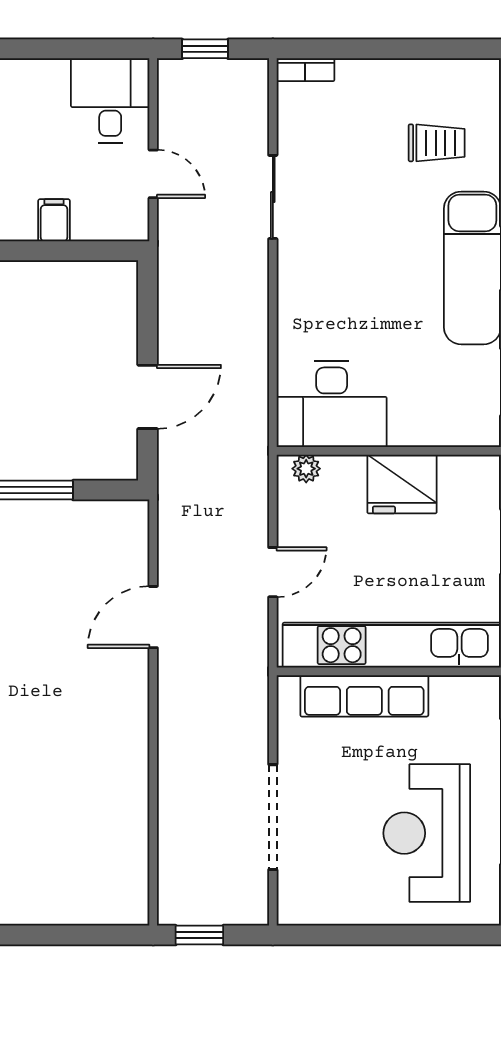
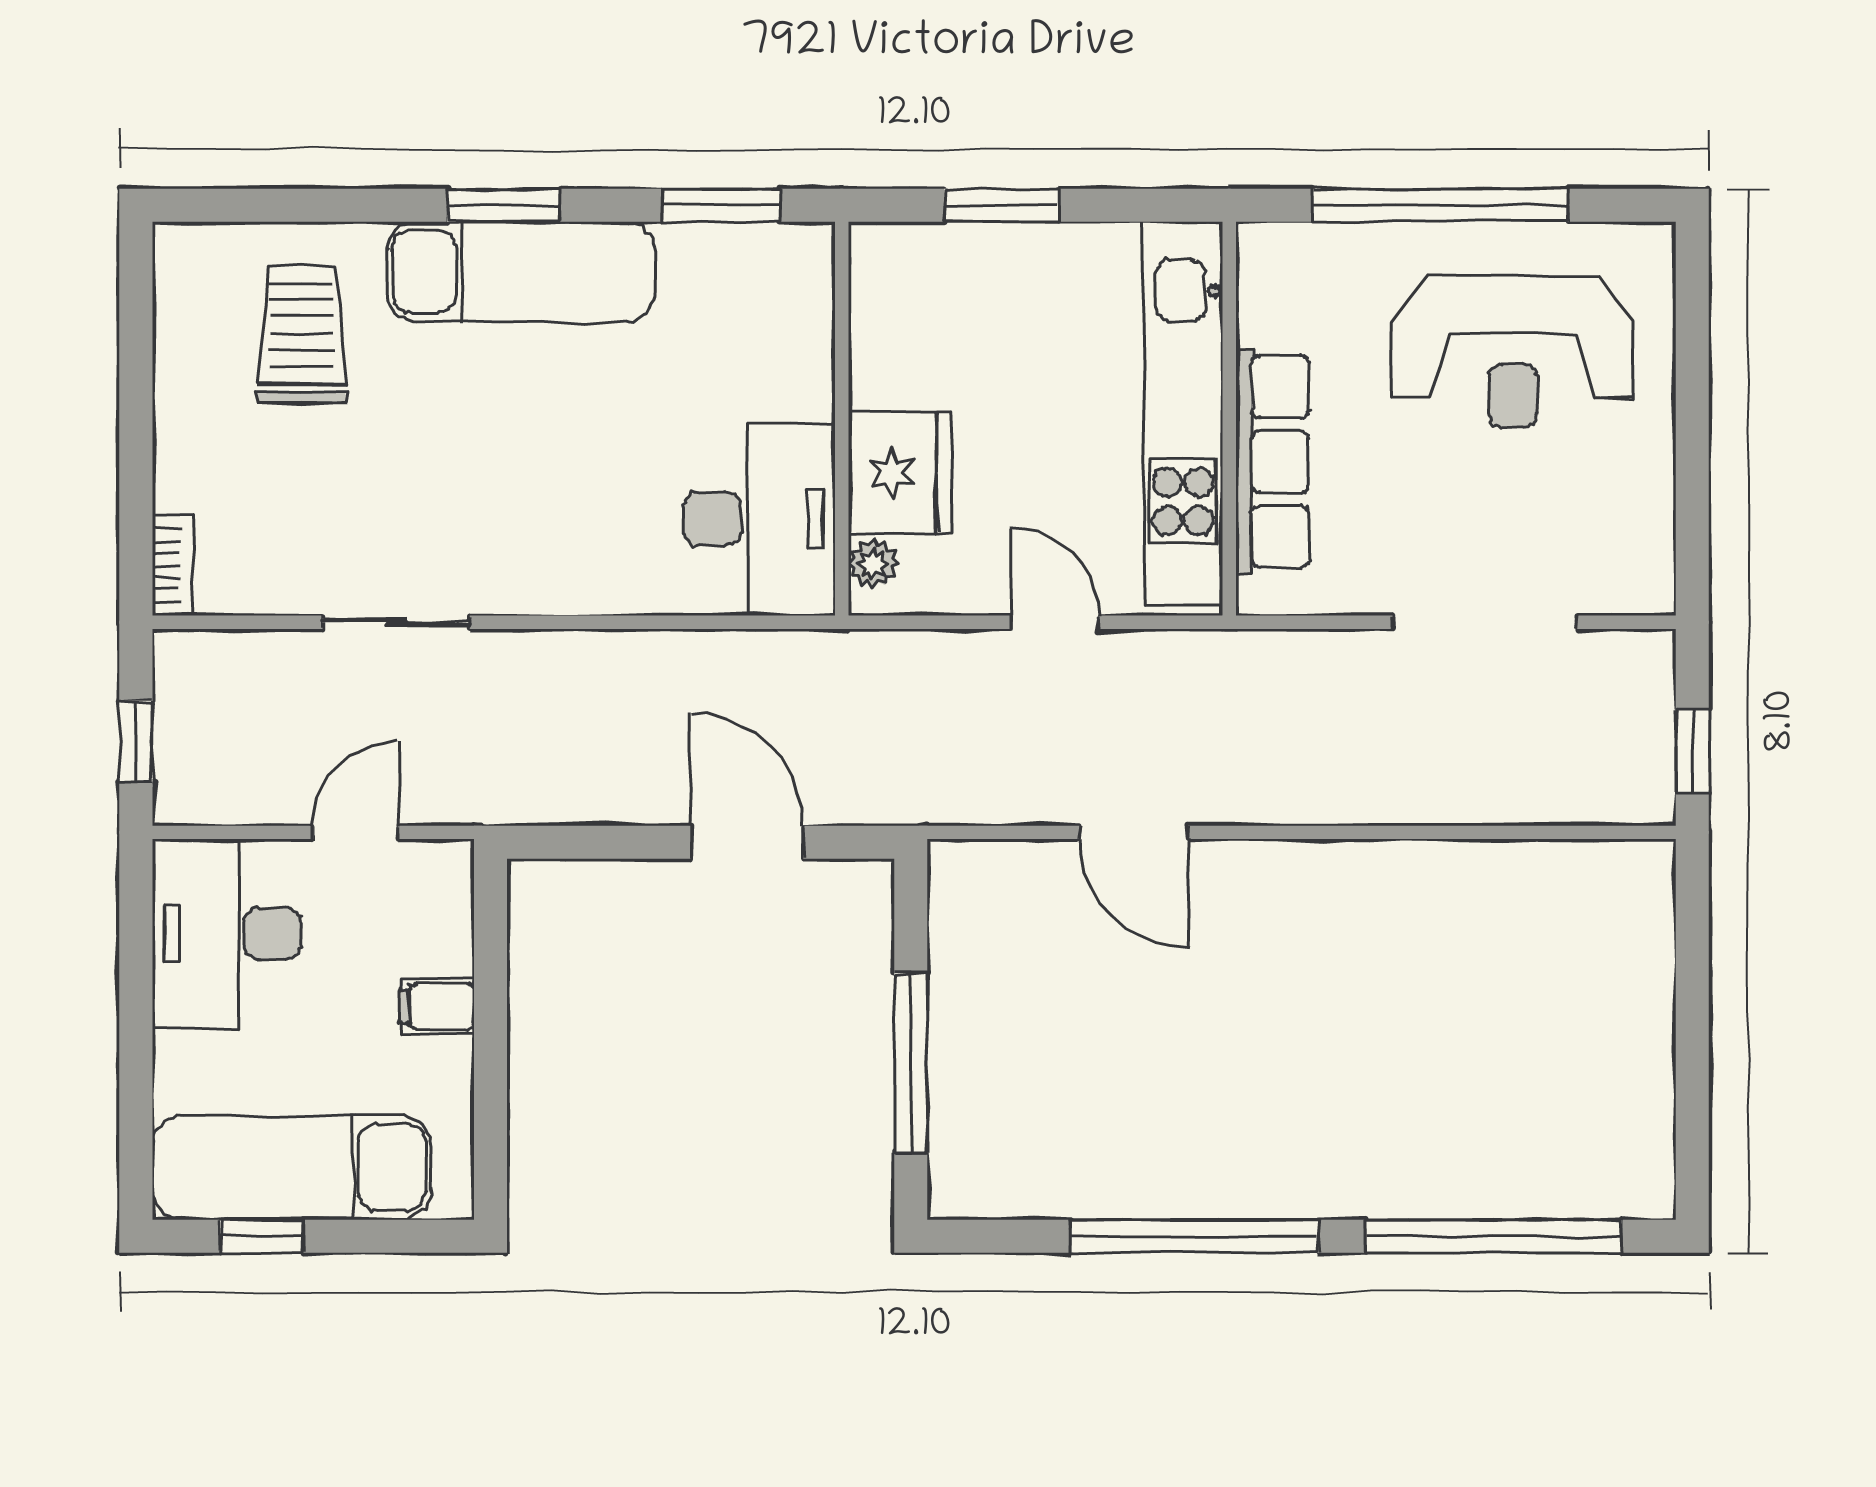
desk: (110, 100) -> (227, 933), width x1.37
trolley: (437, 143) -> (301, 335), width x1.36, depth x1.39
fridge: (402, 484) -> (900, 473), moved

